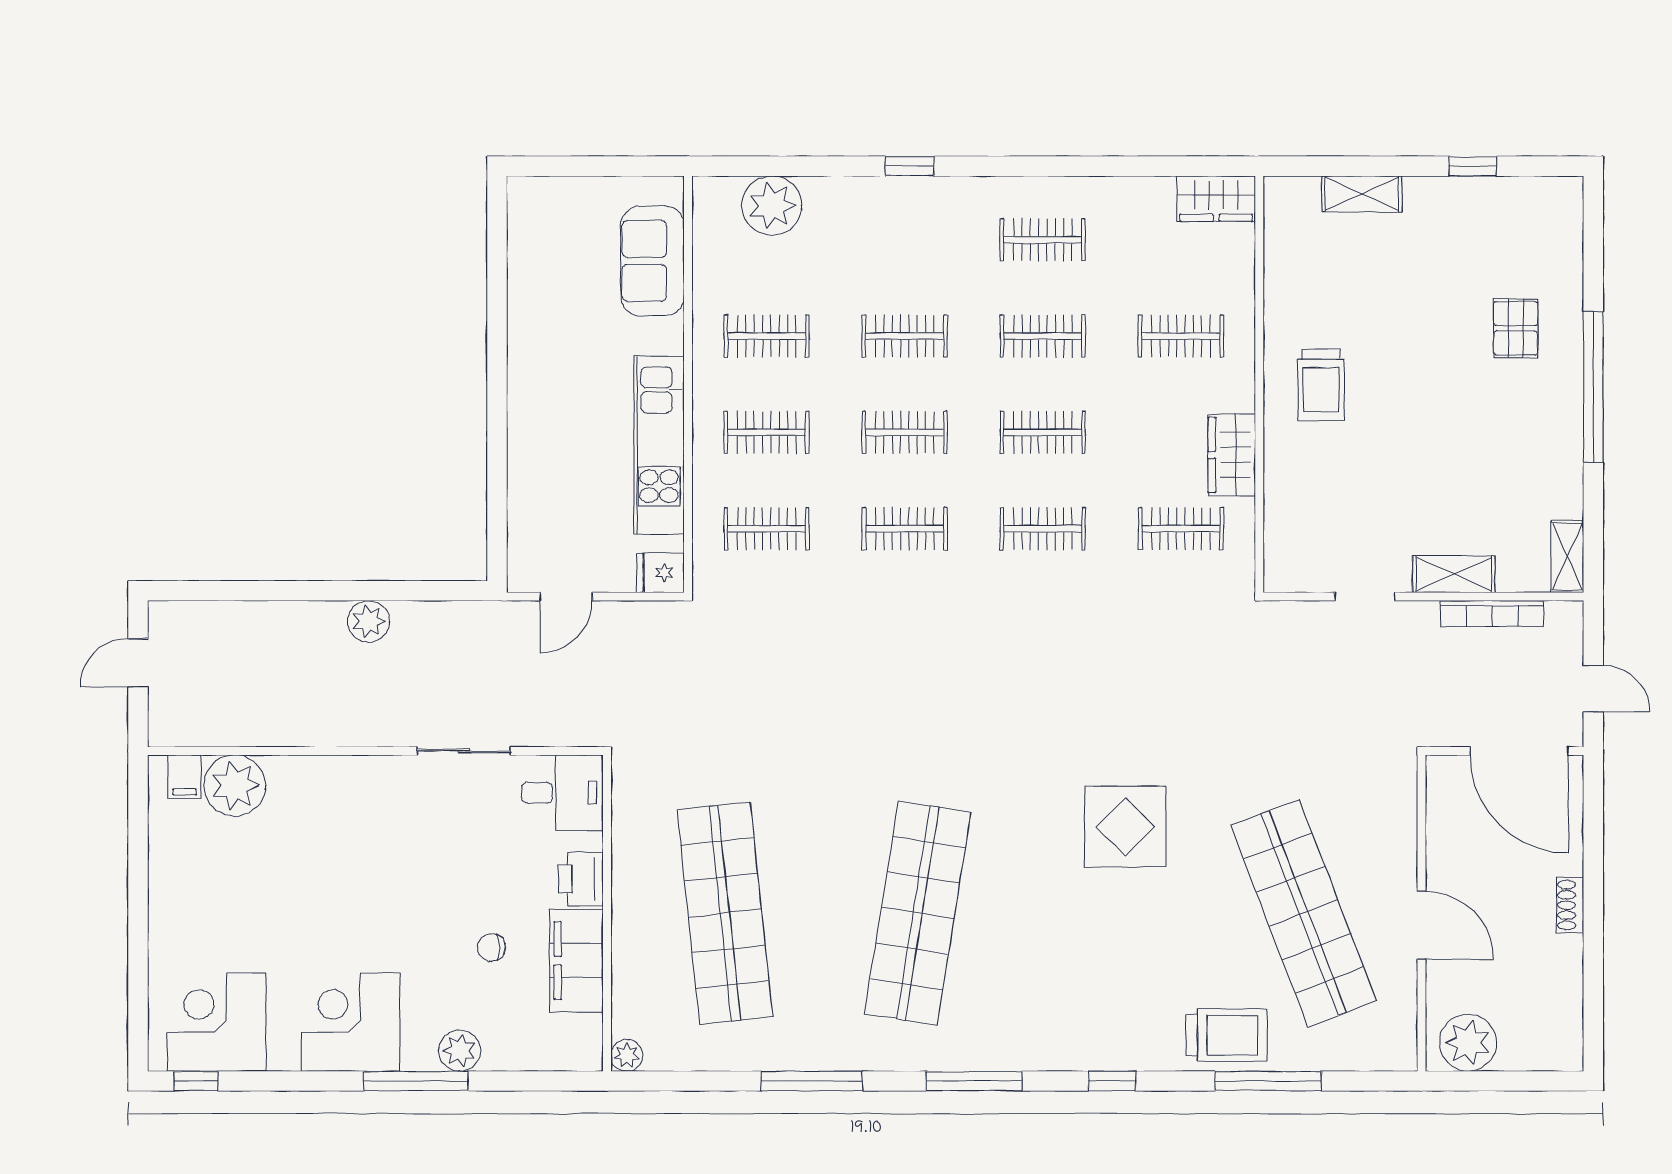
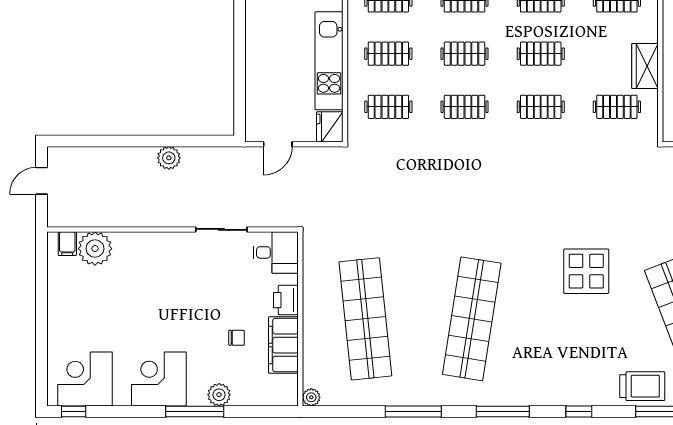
fridge: (660, 573) -> (330, 127), width x1.38
chair: (491, 947) -> (236, 338), turned 180

